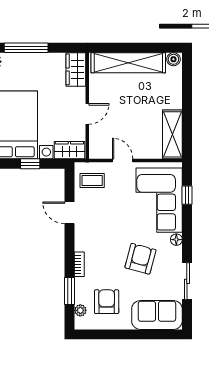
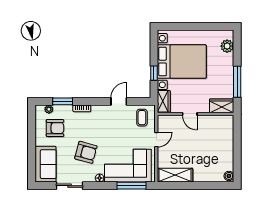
window: (26, 48) -> (237, 82), moved
shelving: (128, 63) -> (226, 144), removed
window: (187, 195) -> (131, 186), width x2.17

